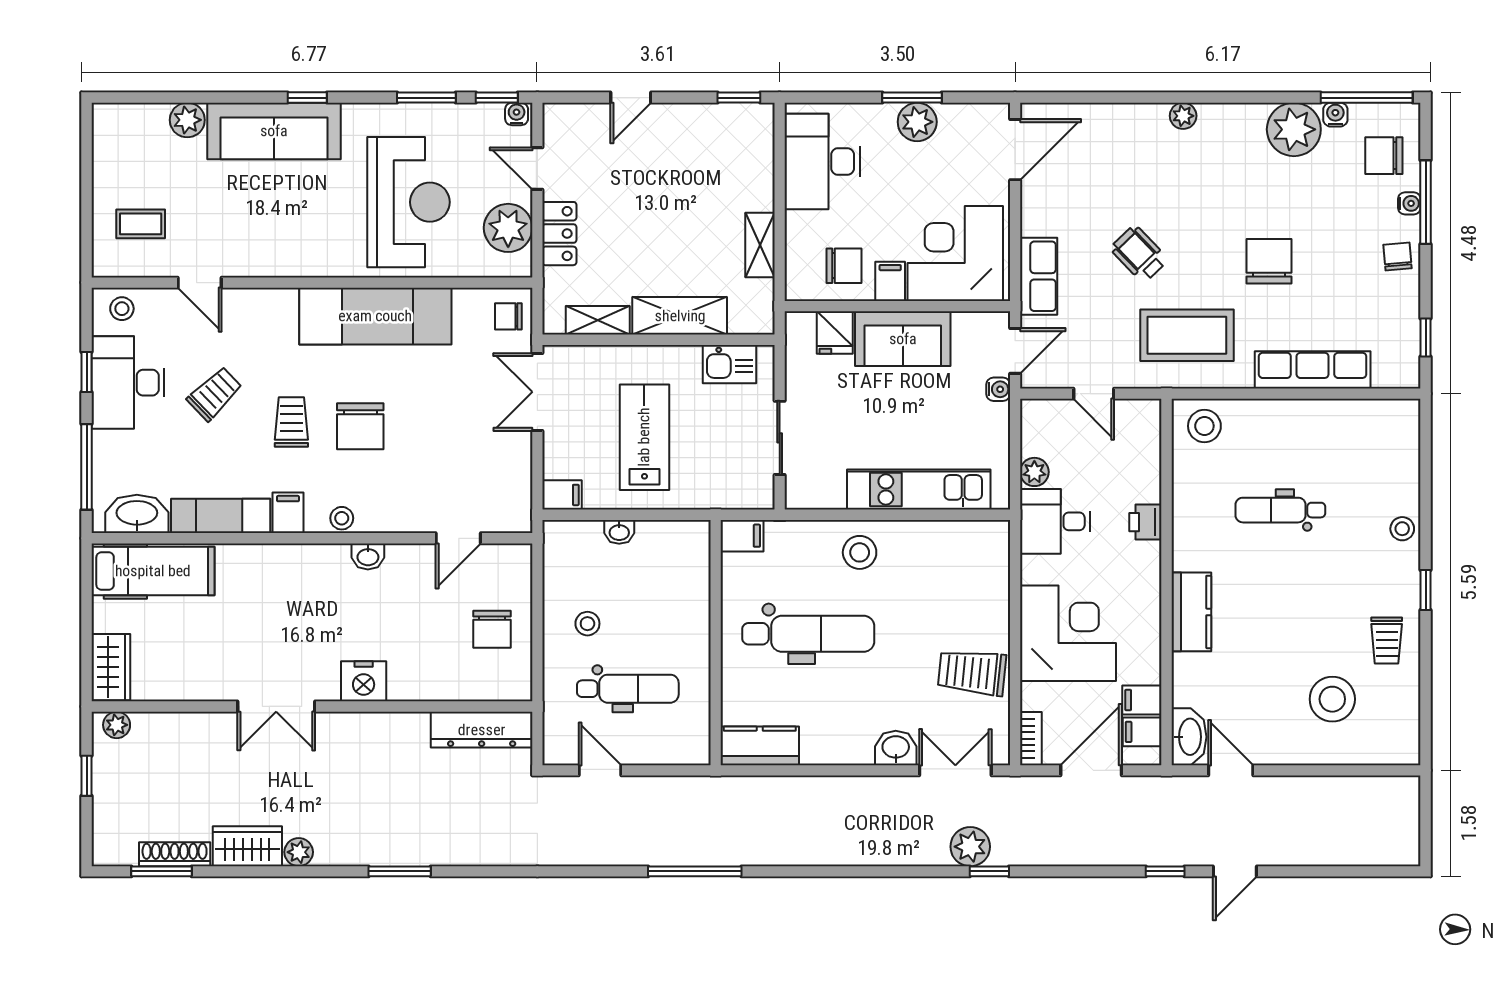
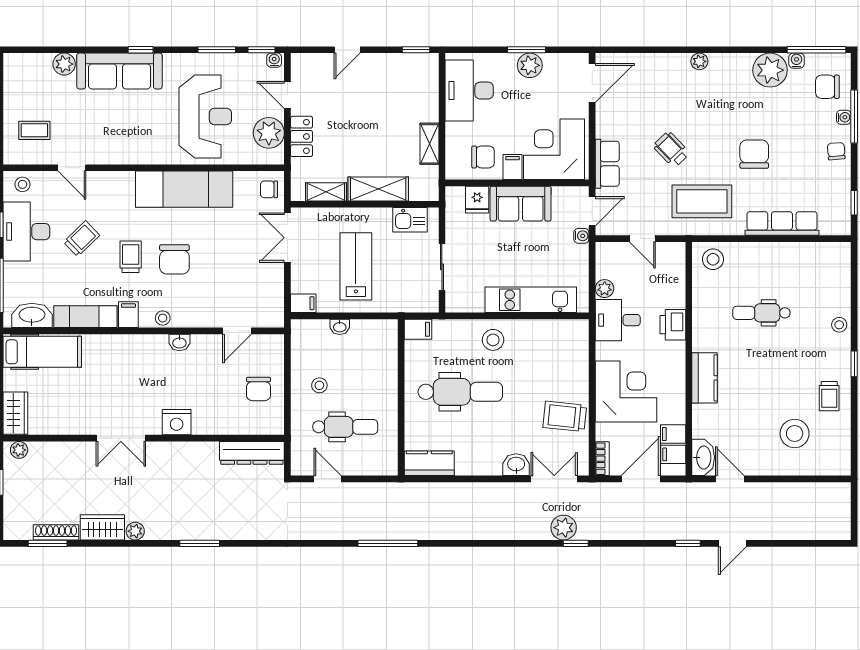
printer: (1145, 522) -> (673, 325), width x1.36, depth x1.24

